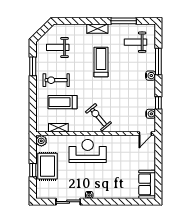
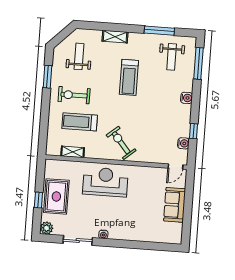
shelving: (97, 29) -> (115, 37), moved
weight bench: (135, 42) -> (172, 57), turned -90
weight bench: (58, 47) -> (79, 56), turned 90
treadmill: (101, 62) -> (129, 77), turned 180
window: (158, 62) -> (198, 63), moved
plant: (41, 141) -> (47, 228), moved
sofa: (147, 184) -> (175, 205), moved

